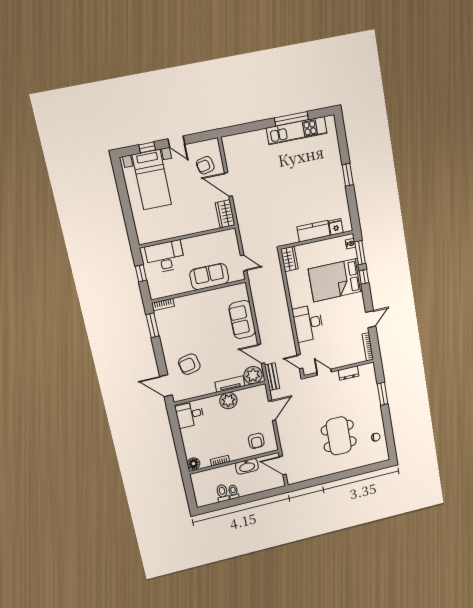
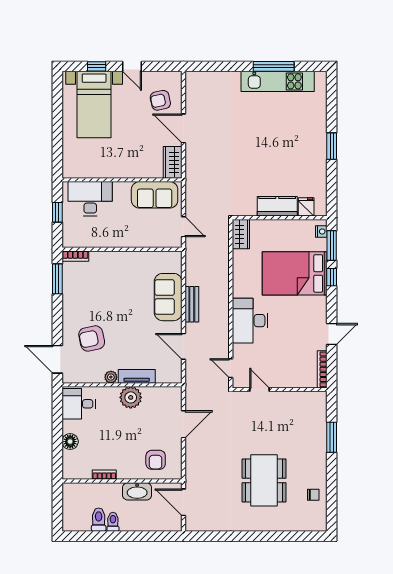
sofa: (209, 277) -> (155, 195), moved, turned 180
dresser: (349, 373) -> (291, 398), removed
plant: (253, 375) -> (111, 377), moved, width x0.53, depth x0.53
bench: (272, 377) -> (192, 304), moved
floor lamp: (194, 464) -> (70, 442), moved

